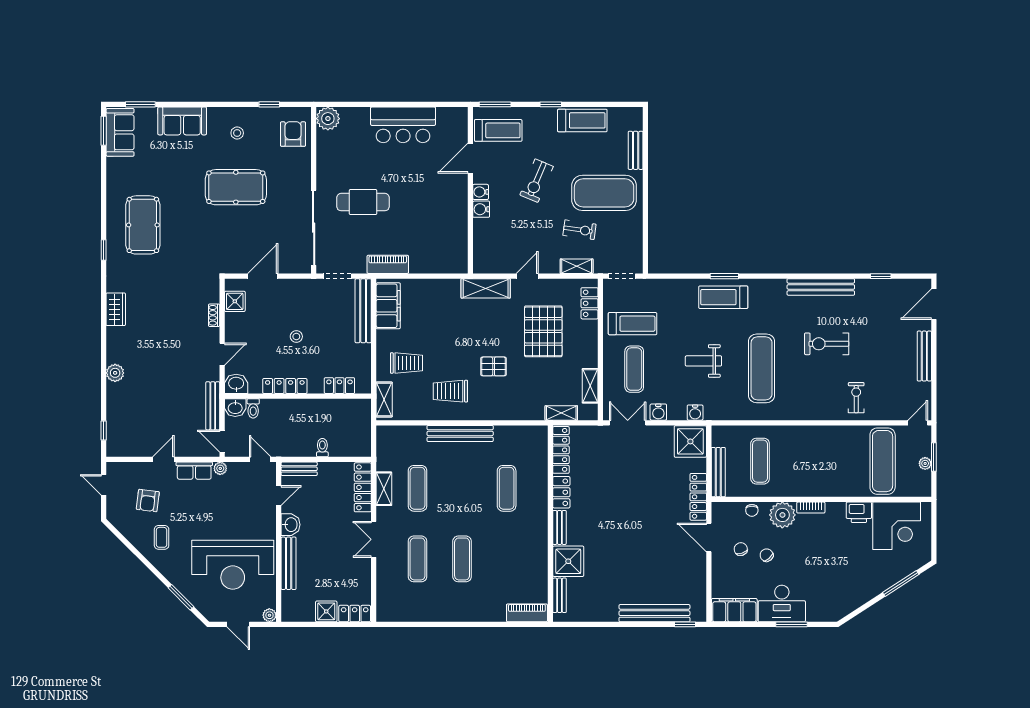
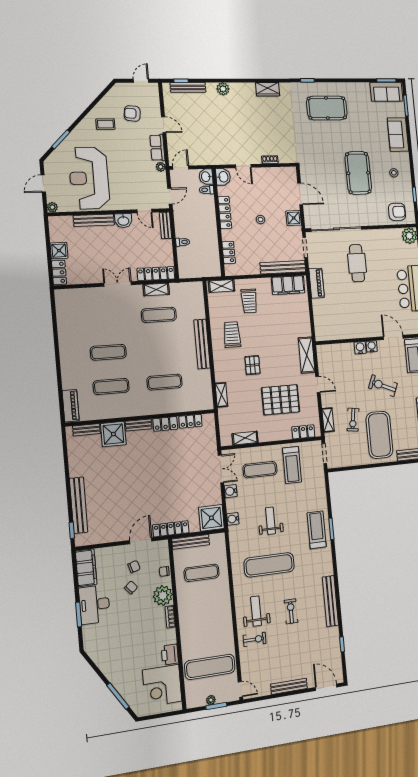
shower: (235, 301) -> (294, 218), moved
exercise bike: (827, 344) -> (291, 611), width x0.73, depth x0.72
weight bench: (820, 392) -> (256, 611), added
bench: (213, 406) -> (188, 87), moved
shelving: (561, 413) -> (221, 395), moved
locker: (561, 450) -> (190, 421), width x0.66
exercise mat: (418, 559) -> (111, 386), moved

